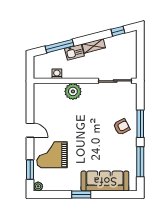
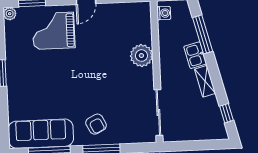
washing machine: (57, 74) -> (164, 13), moved
grand piano: (52, 155) -> (54, 31), turned -90
sofa: (105, 181) -> (41, 134), moved, turned -90

